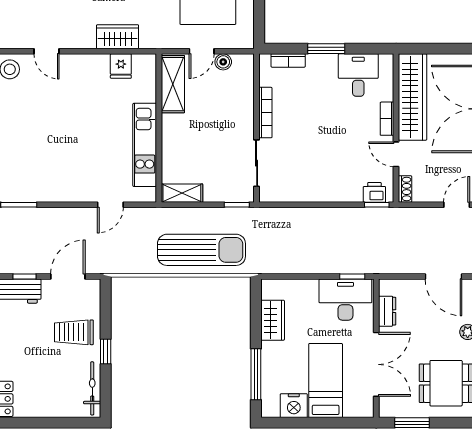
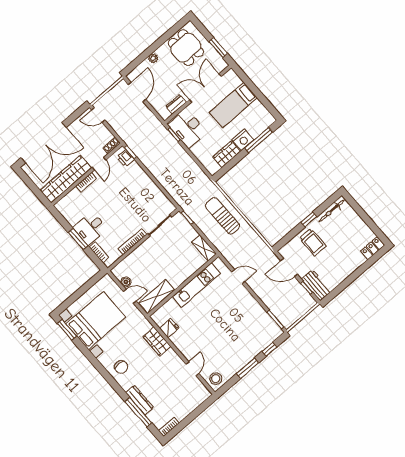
desk: (358, 75) -> (90, 228), moved
sun lounger: (201, 250) -> (223, 216), width x0.73, depth x0.75
nightstand: (294, 406) -> (243, 140), moved, turned 90

